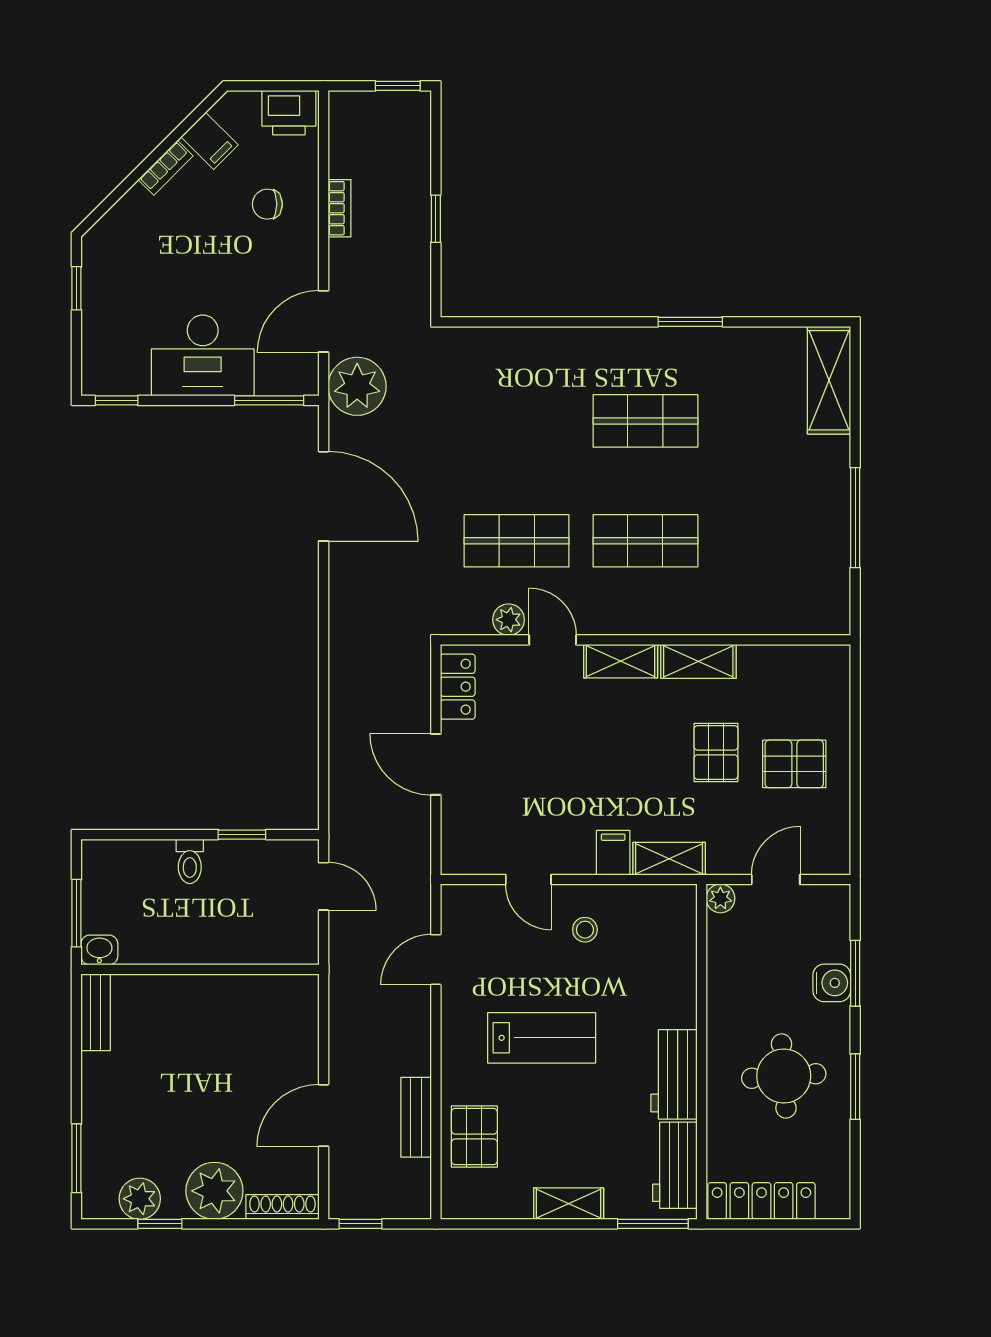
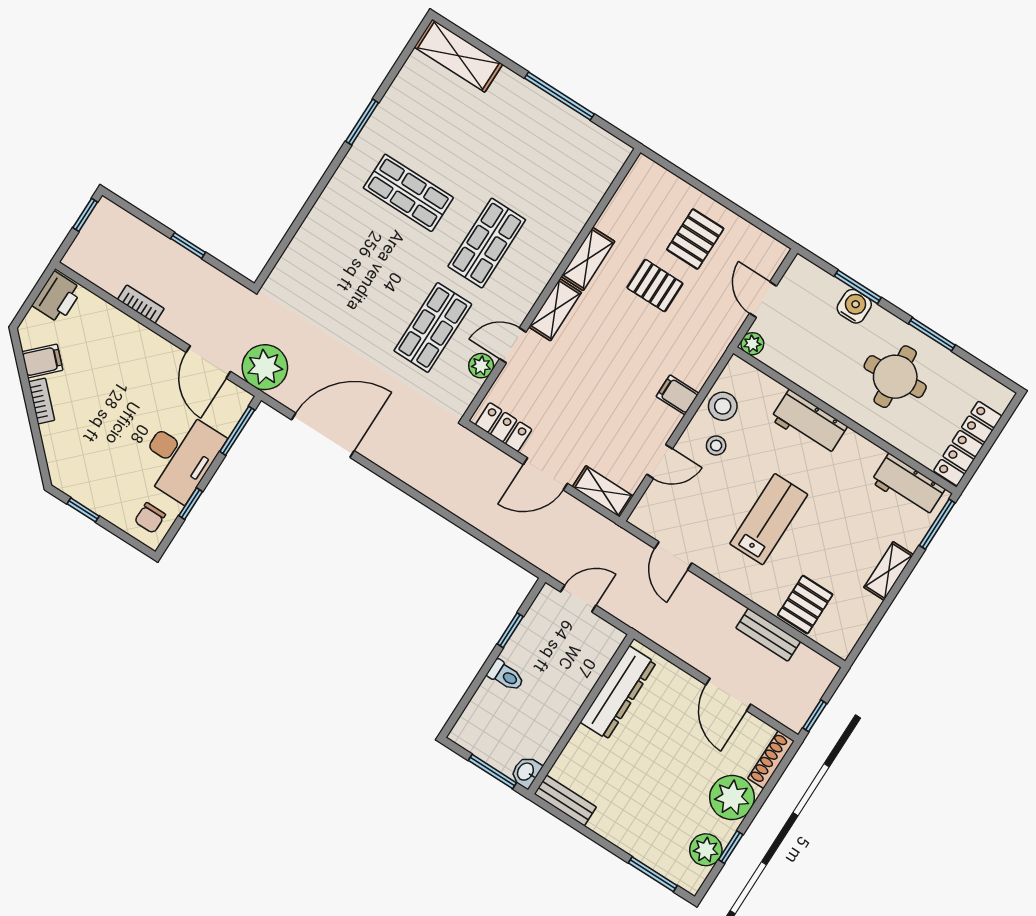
chair: (267, 204) -> (150, 518), moved
window: (117, 400) -> (191, 504), moved
shop shelf: (645, 421) -> (408, 193), turned 90
shelving: (669, 859) -> (603, 491), moved, turned 90
stool: (632, 910) -> (723, 406), added
dresser: (249, 995) -> (618, 693), added
workbench: (674, 1074) -> (809, 423), moved
pallet: (474, 1137) -> (805, 605), turned 90

